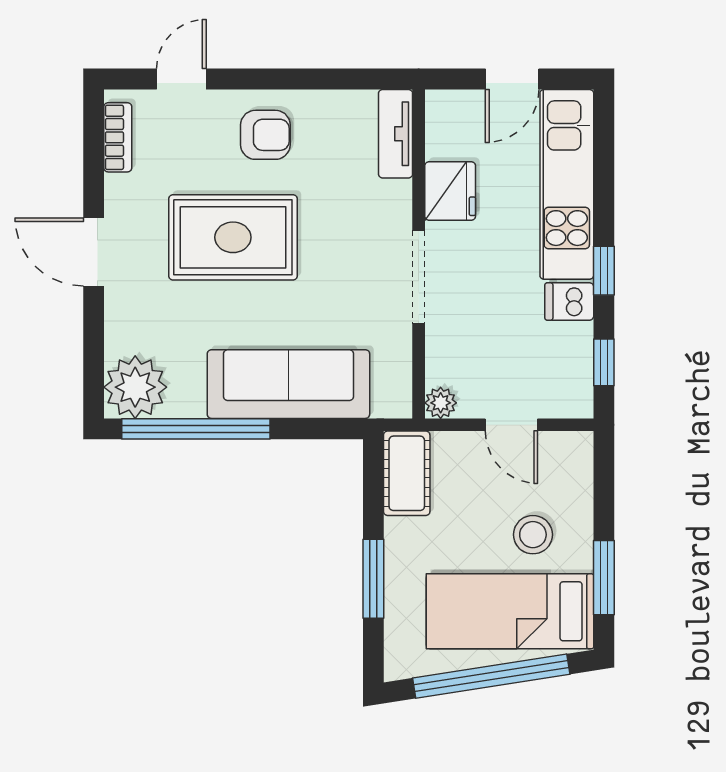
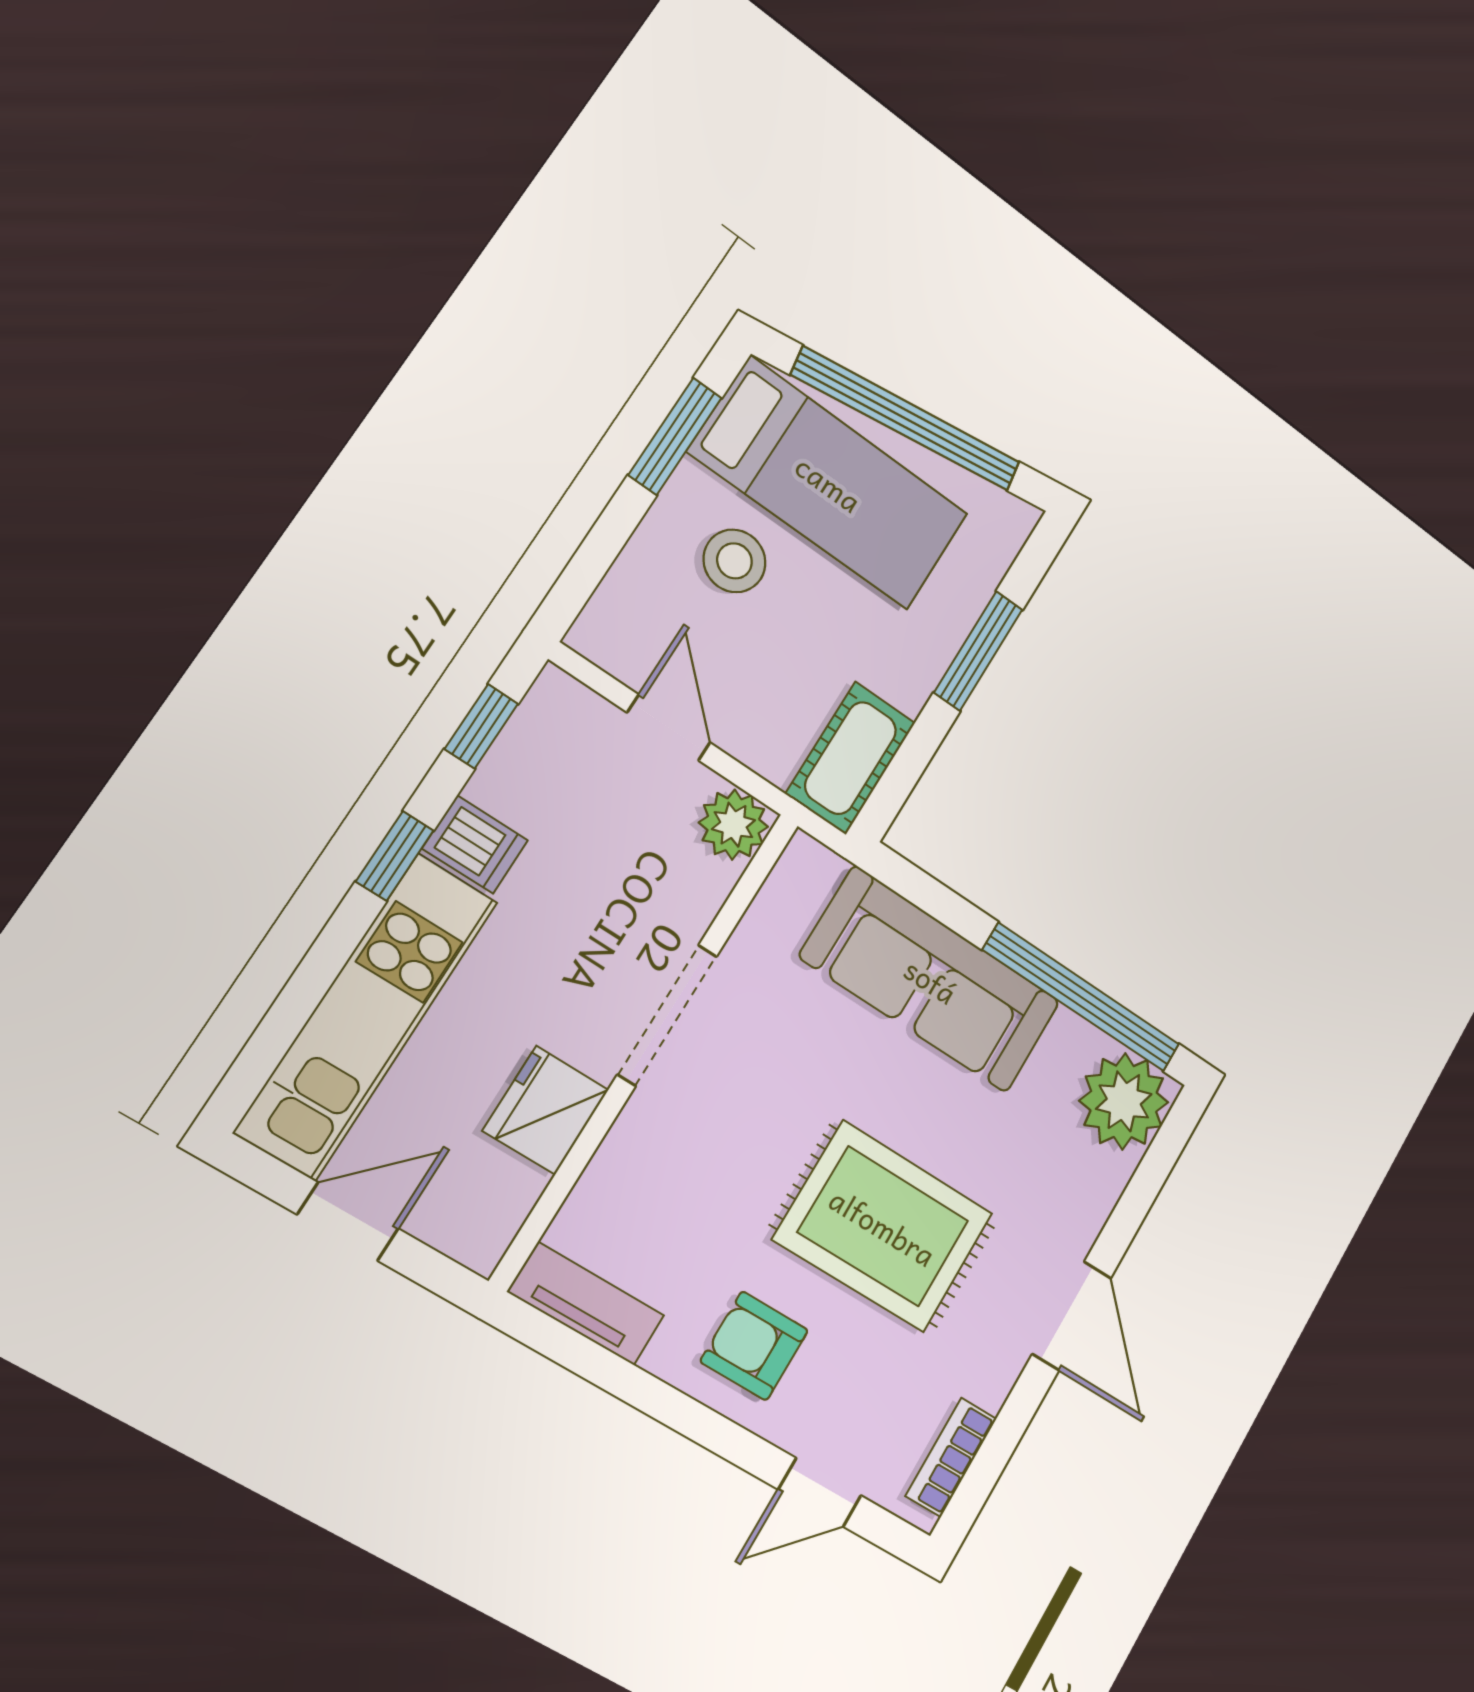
tv unit: (396, 134) -> (586, 1304), moved, turned -90
plant: (441, 403) -> (733, 825), width x1.38, depth x1.38

